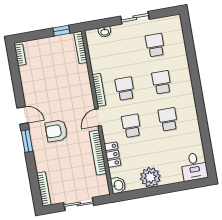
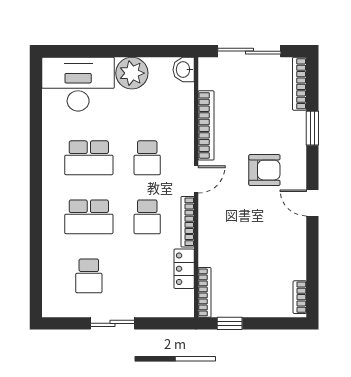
washbasin: (105, 32) -> (163, 310), removed
school desk: (162, 82) -> (89, 217), width x1.85
school desk: (168, 119) -> (89, 158), width x1.85
window: (27, 141) -> (312, 128), moved
locker: (112, 155) -> (184, 269), moved
desk: (194, 167) -> (78, 84), width x1.87, depth x1.30
sliding door: (79, 204) -> (249, 51), width x1.37

